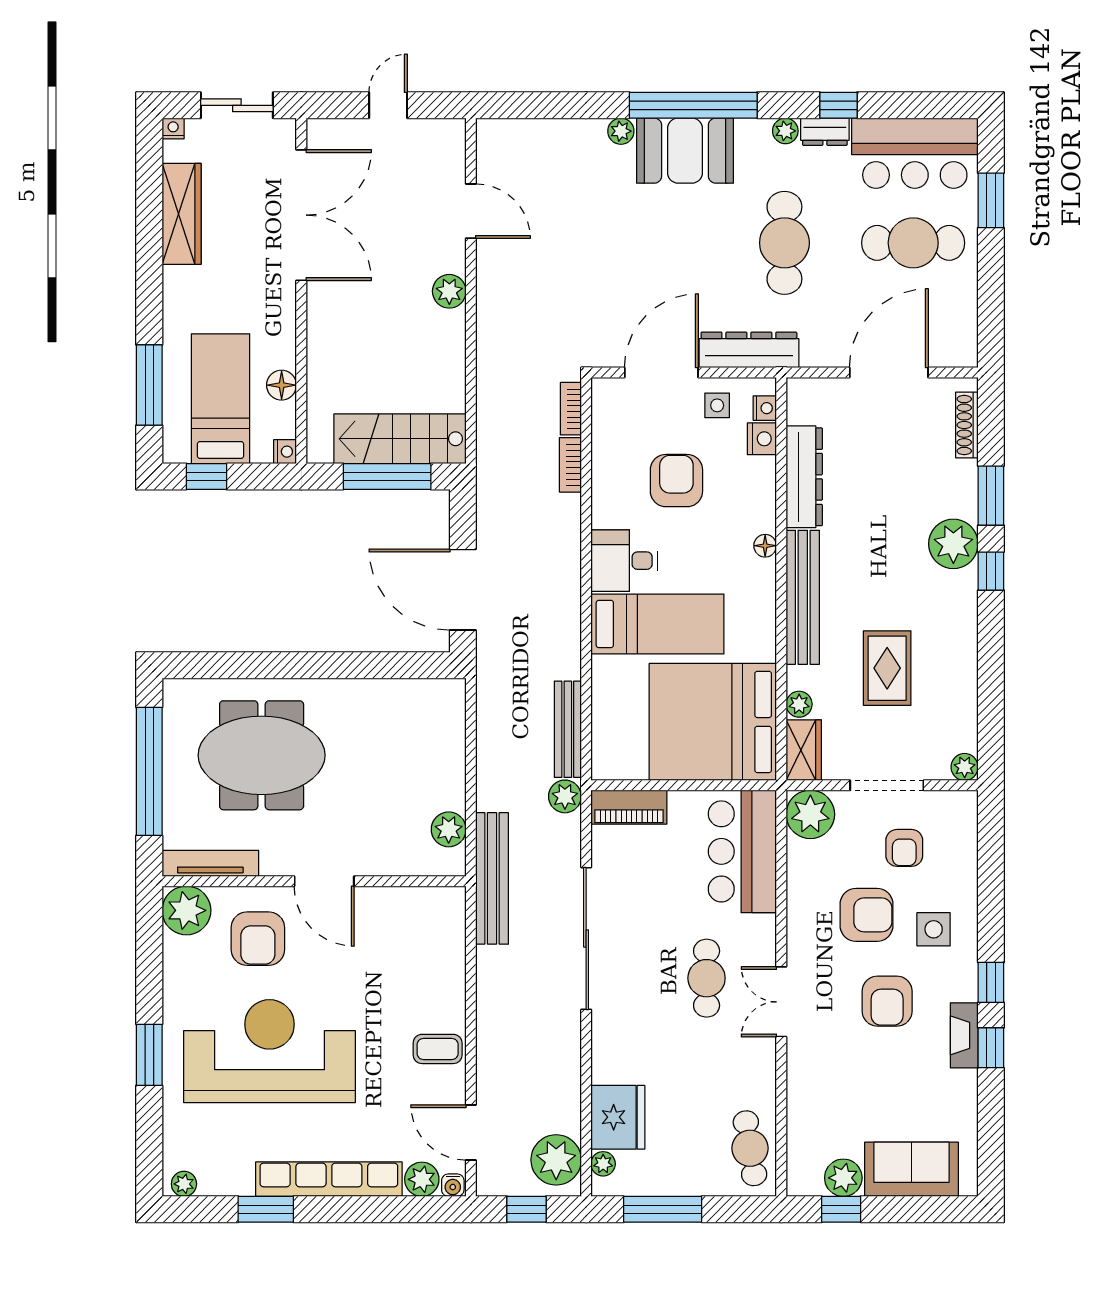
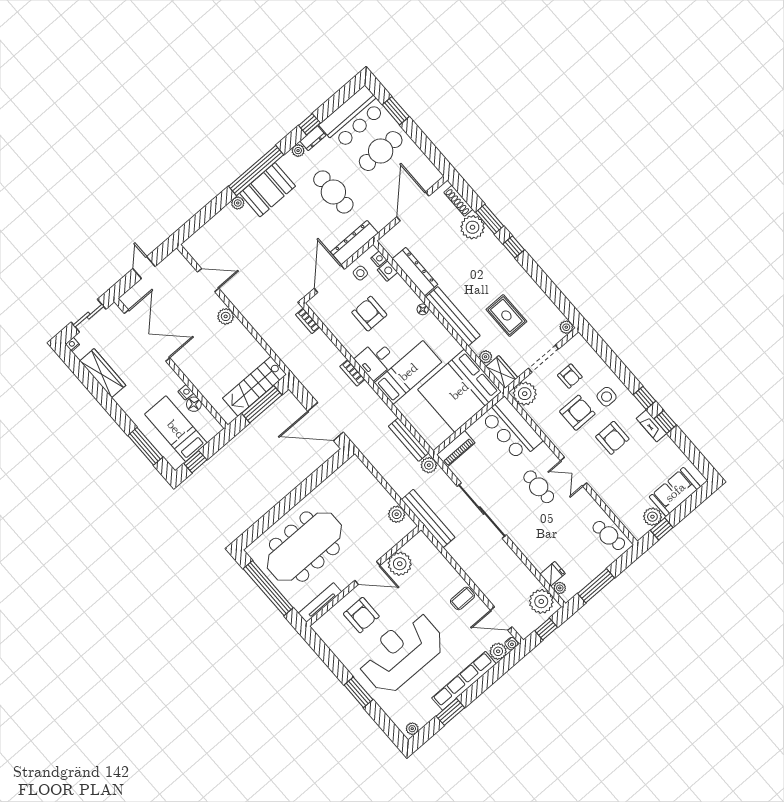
nightstand: (285, 452) -> (186, 392), moved
bookcase: (570, 465) -> (352, 373), moved
plant: (953, 544) -> (473, 227), moved
meeting table: (262, 755) -> (304, 547), width x1.36
plant: (186, 910) -> (400, 564), moved
fridge: (618, 1117) -> (553, 574), width x0.53, depth x0.75

